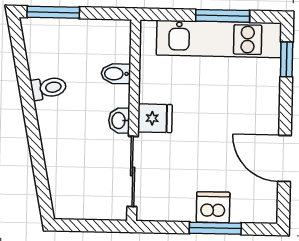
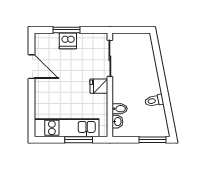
window: (223, 16) -> (79, 140), moved
window: (287, 59) -> (32, 118), removed
washbasin: (119, 121) -> (117, 122), moved

